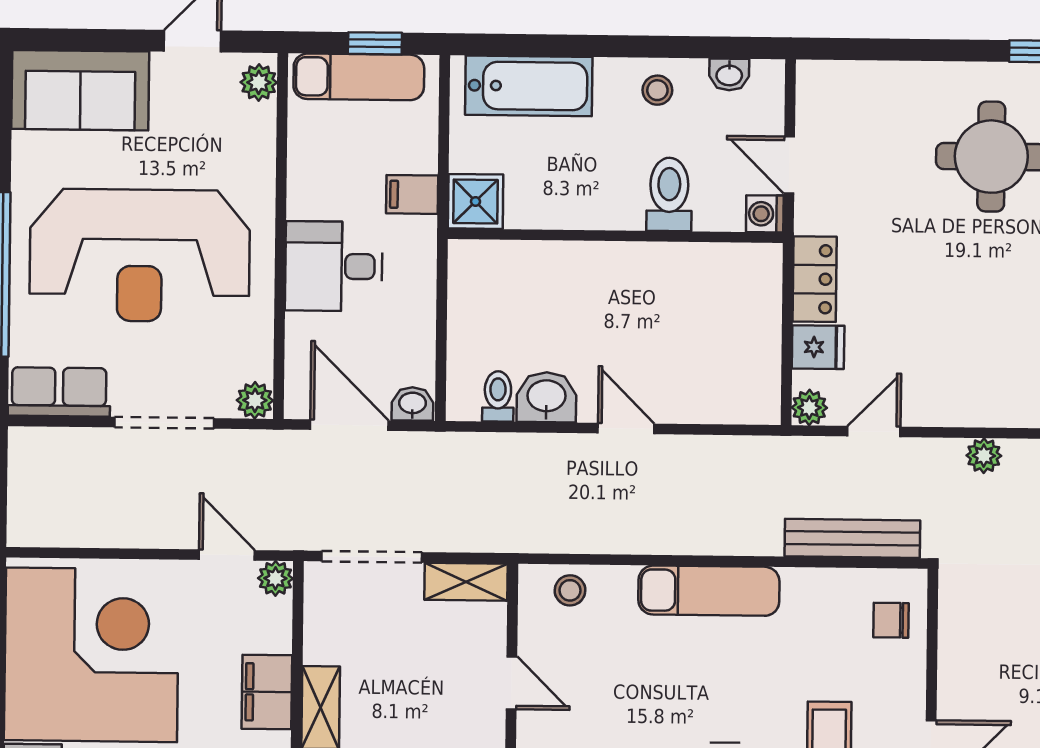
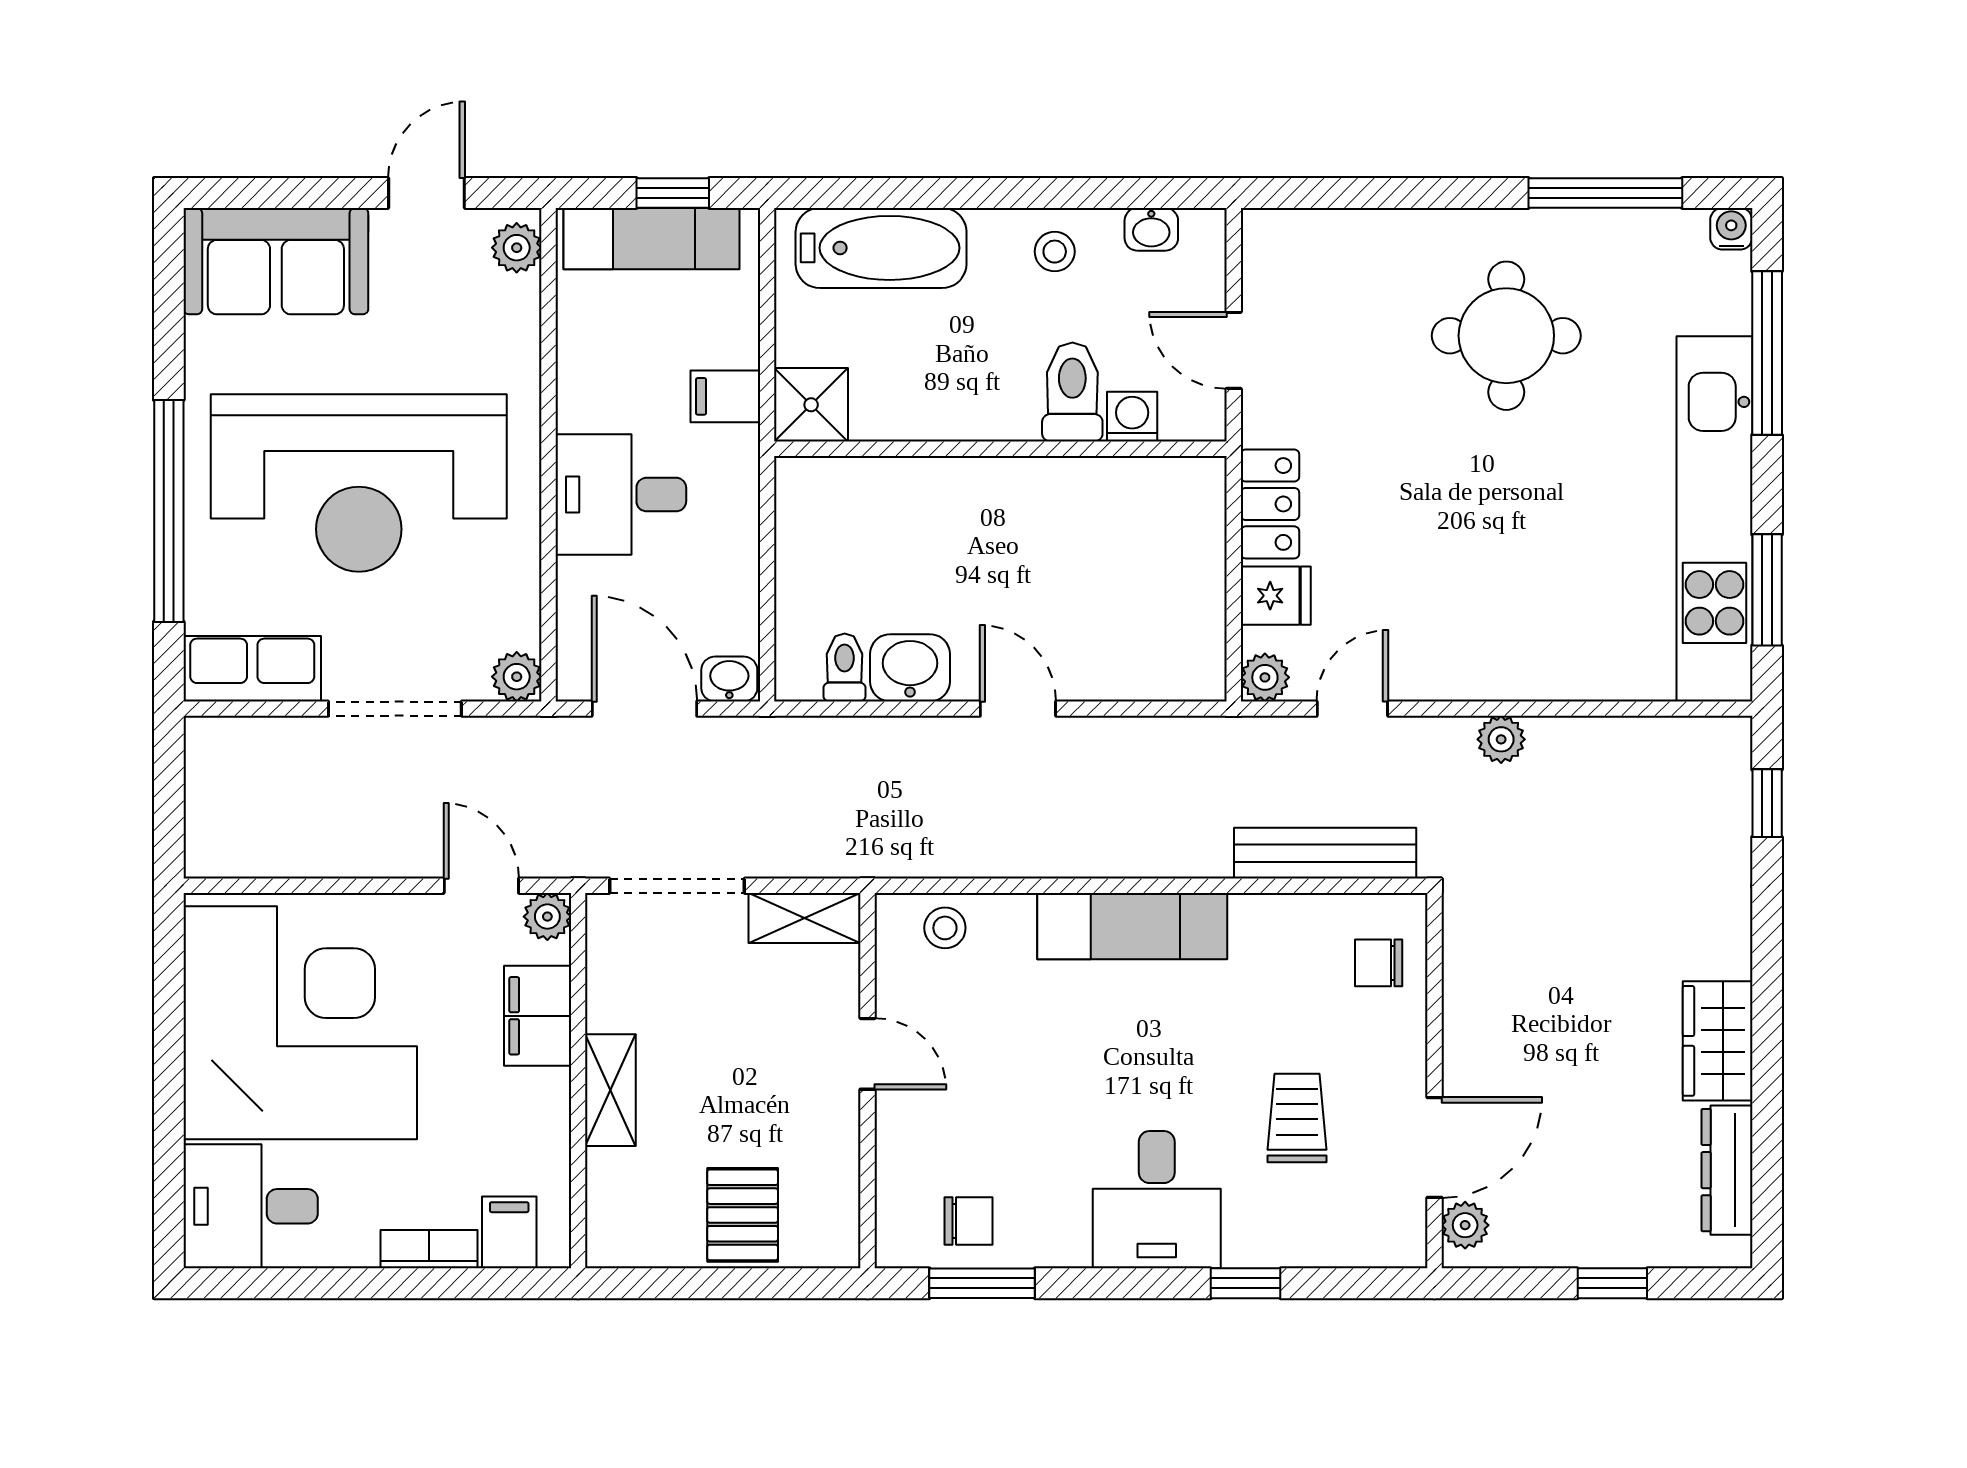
washing machine: (765, 214) -> (1132, 417), moved, turned 90
filing cabinet: (267, 692) -> (538, 1016), moved

